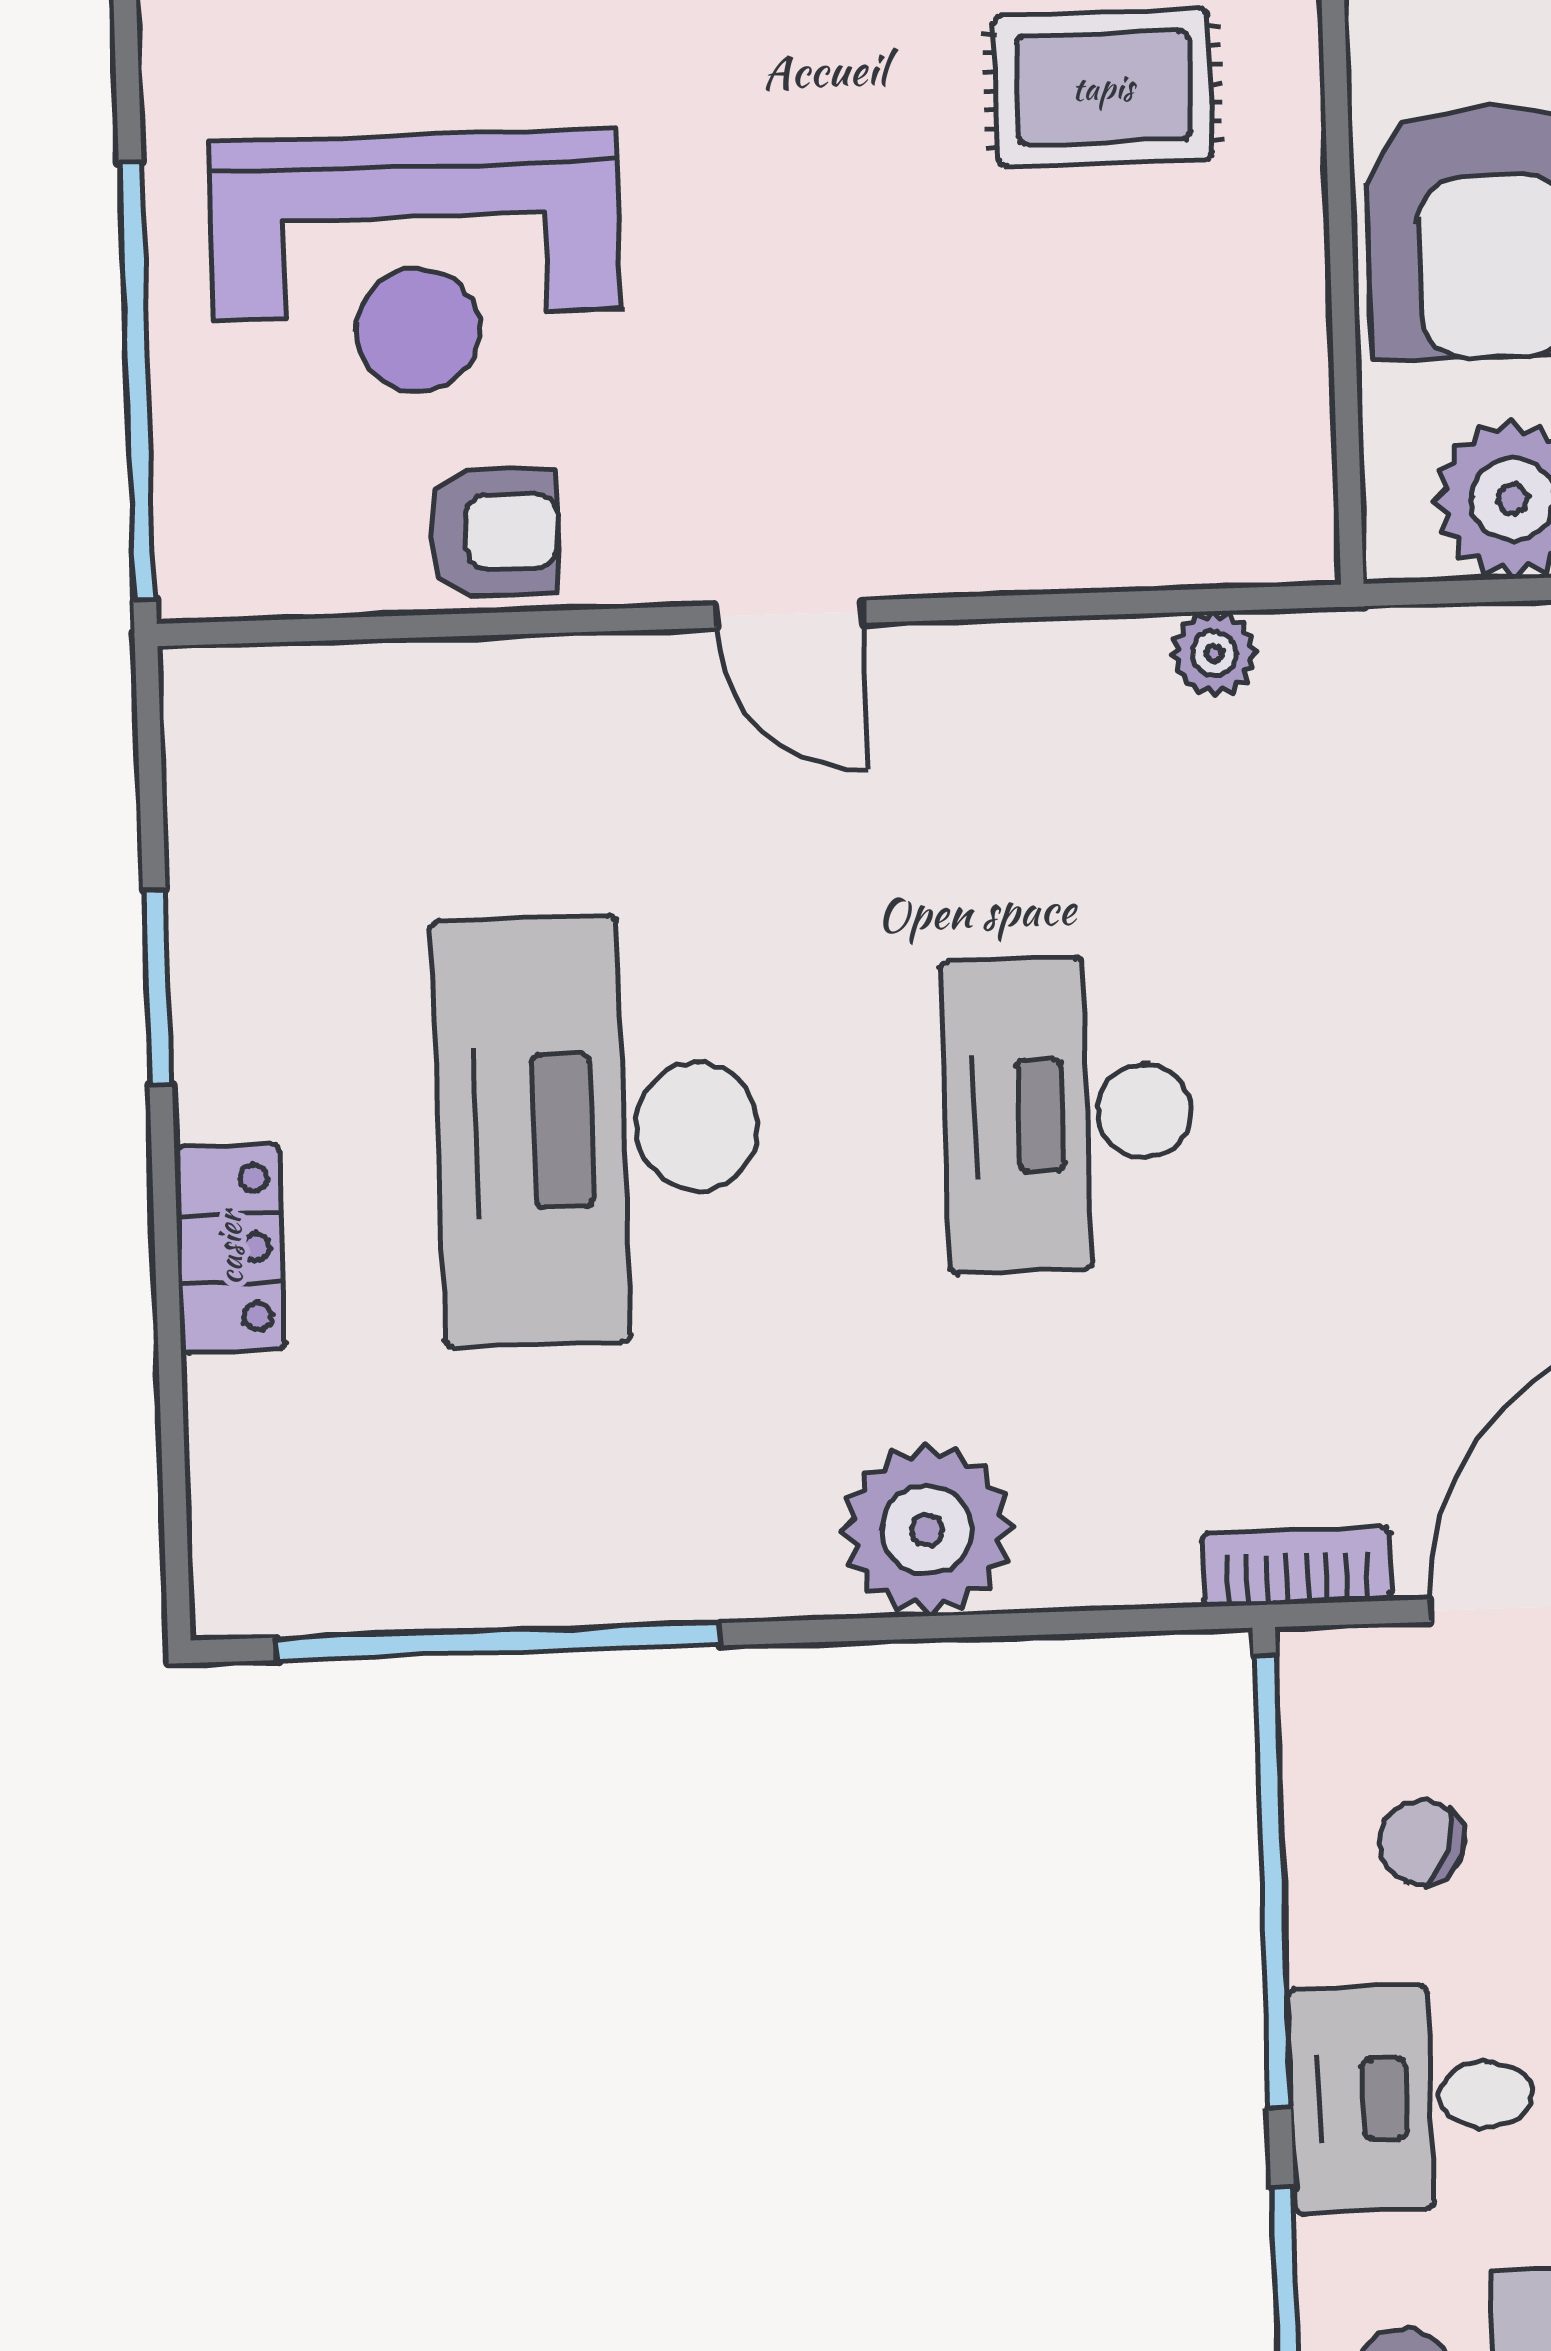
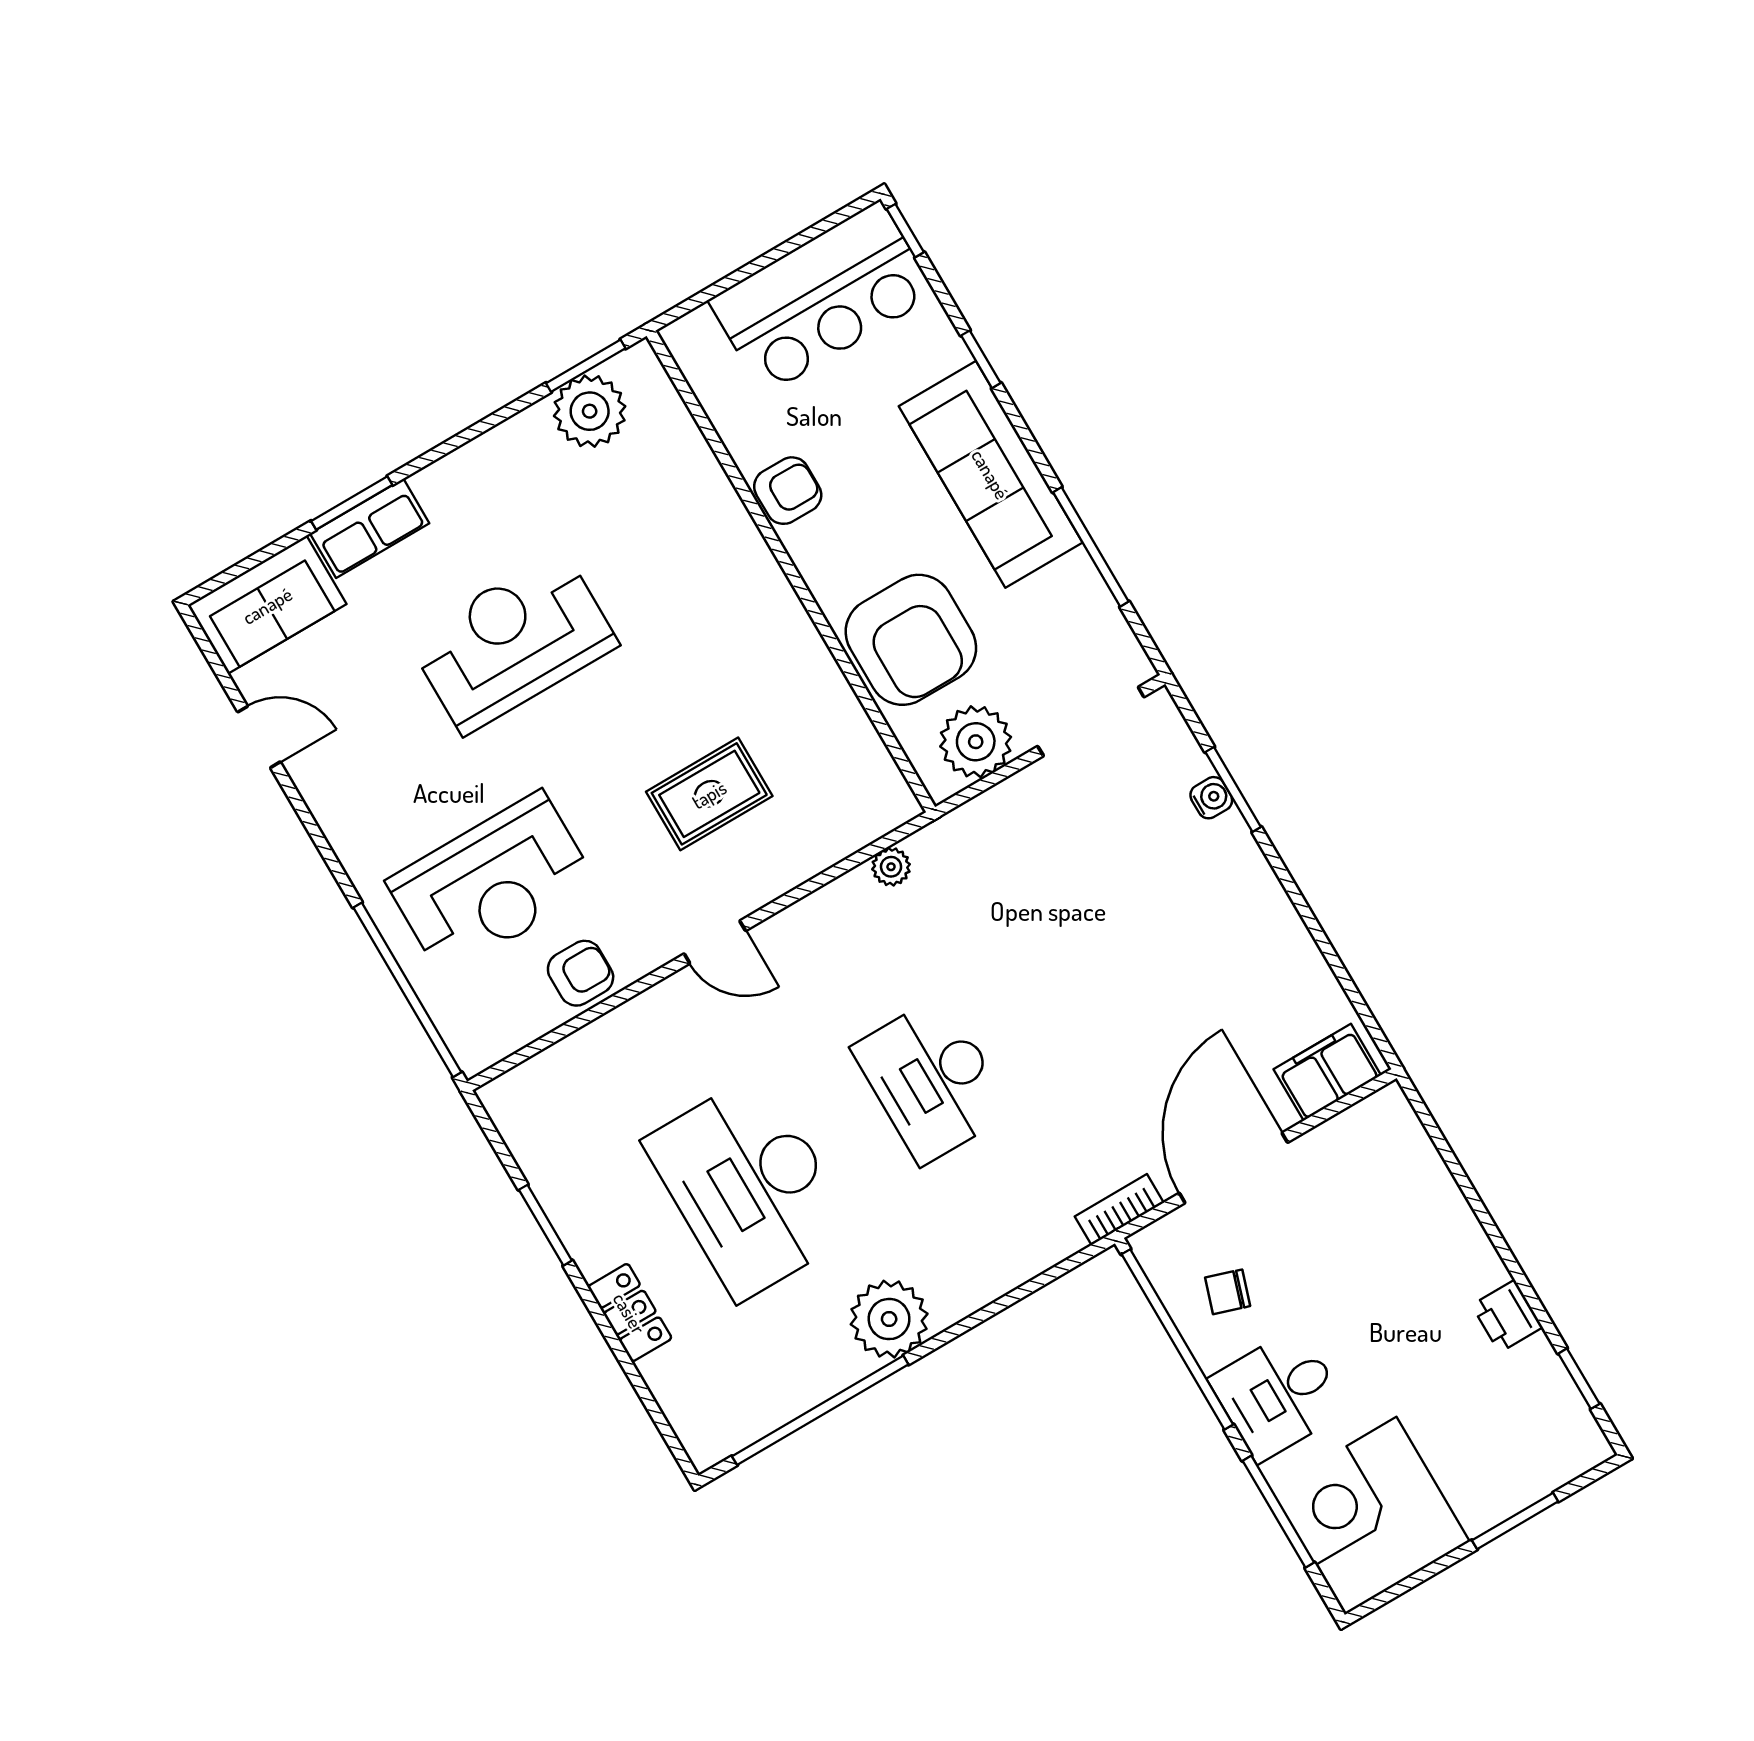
rug: (1103, 88) -> (709, 794), moved
plant: (927, 1530) -> (889, 1319), moved

